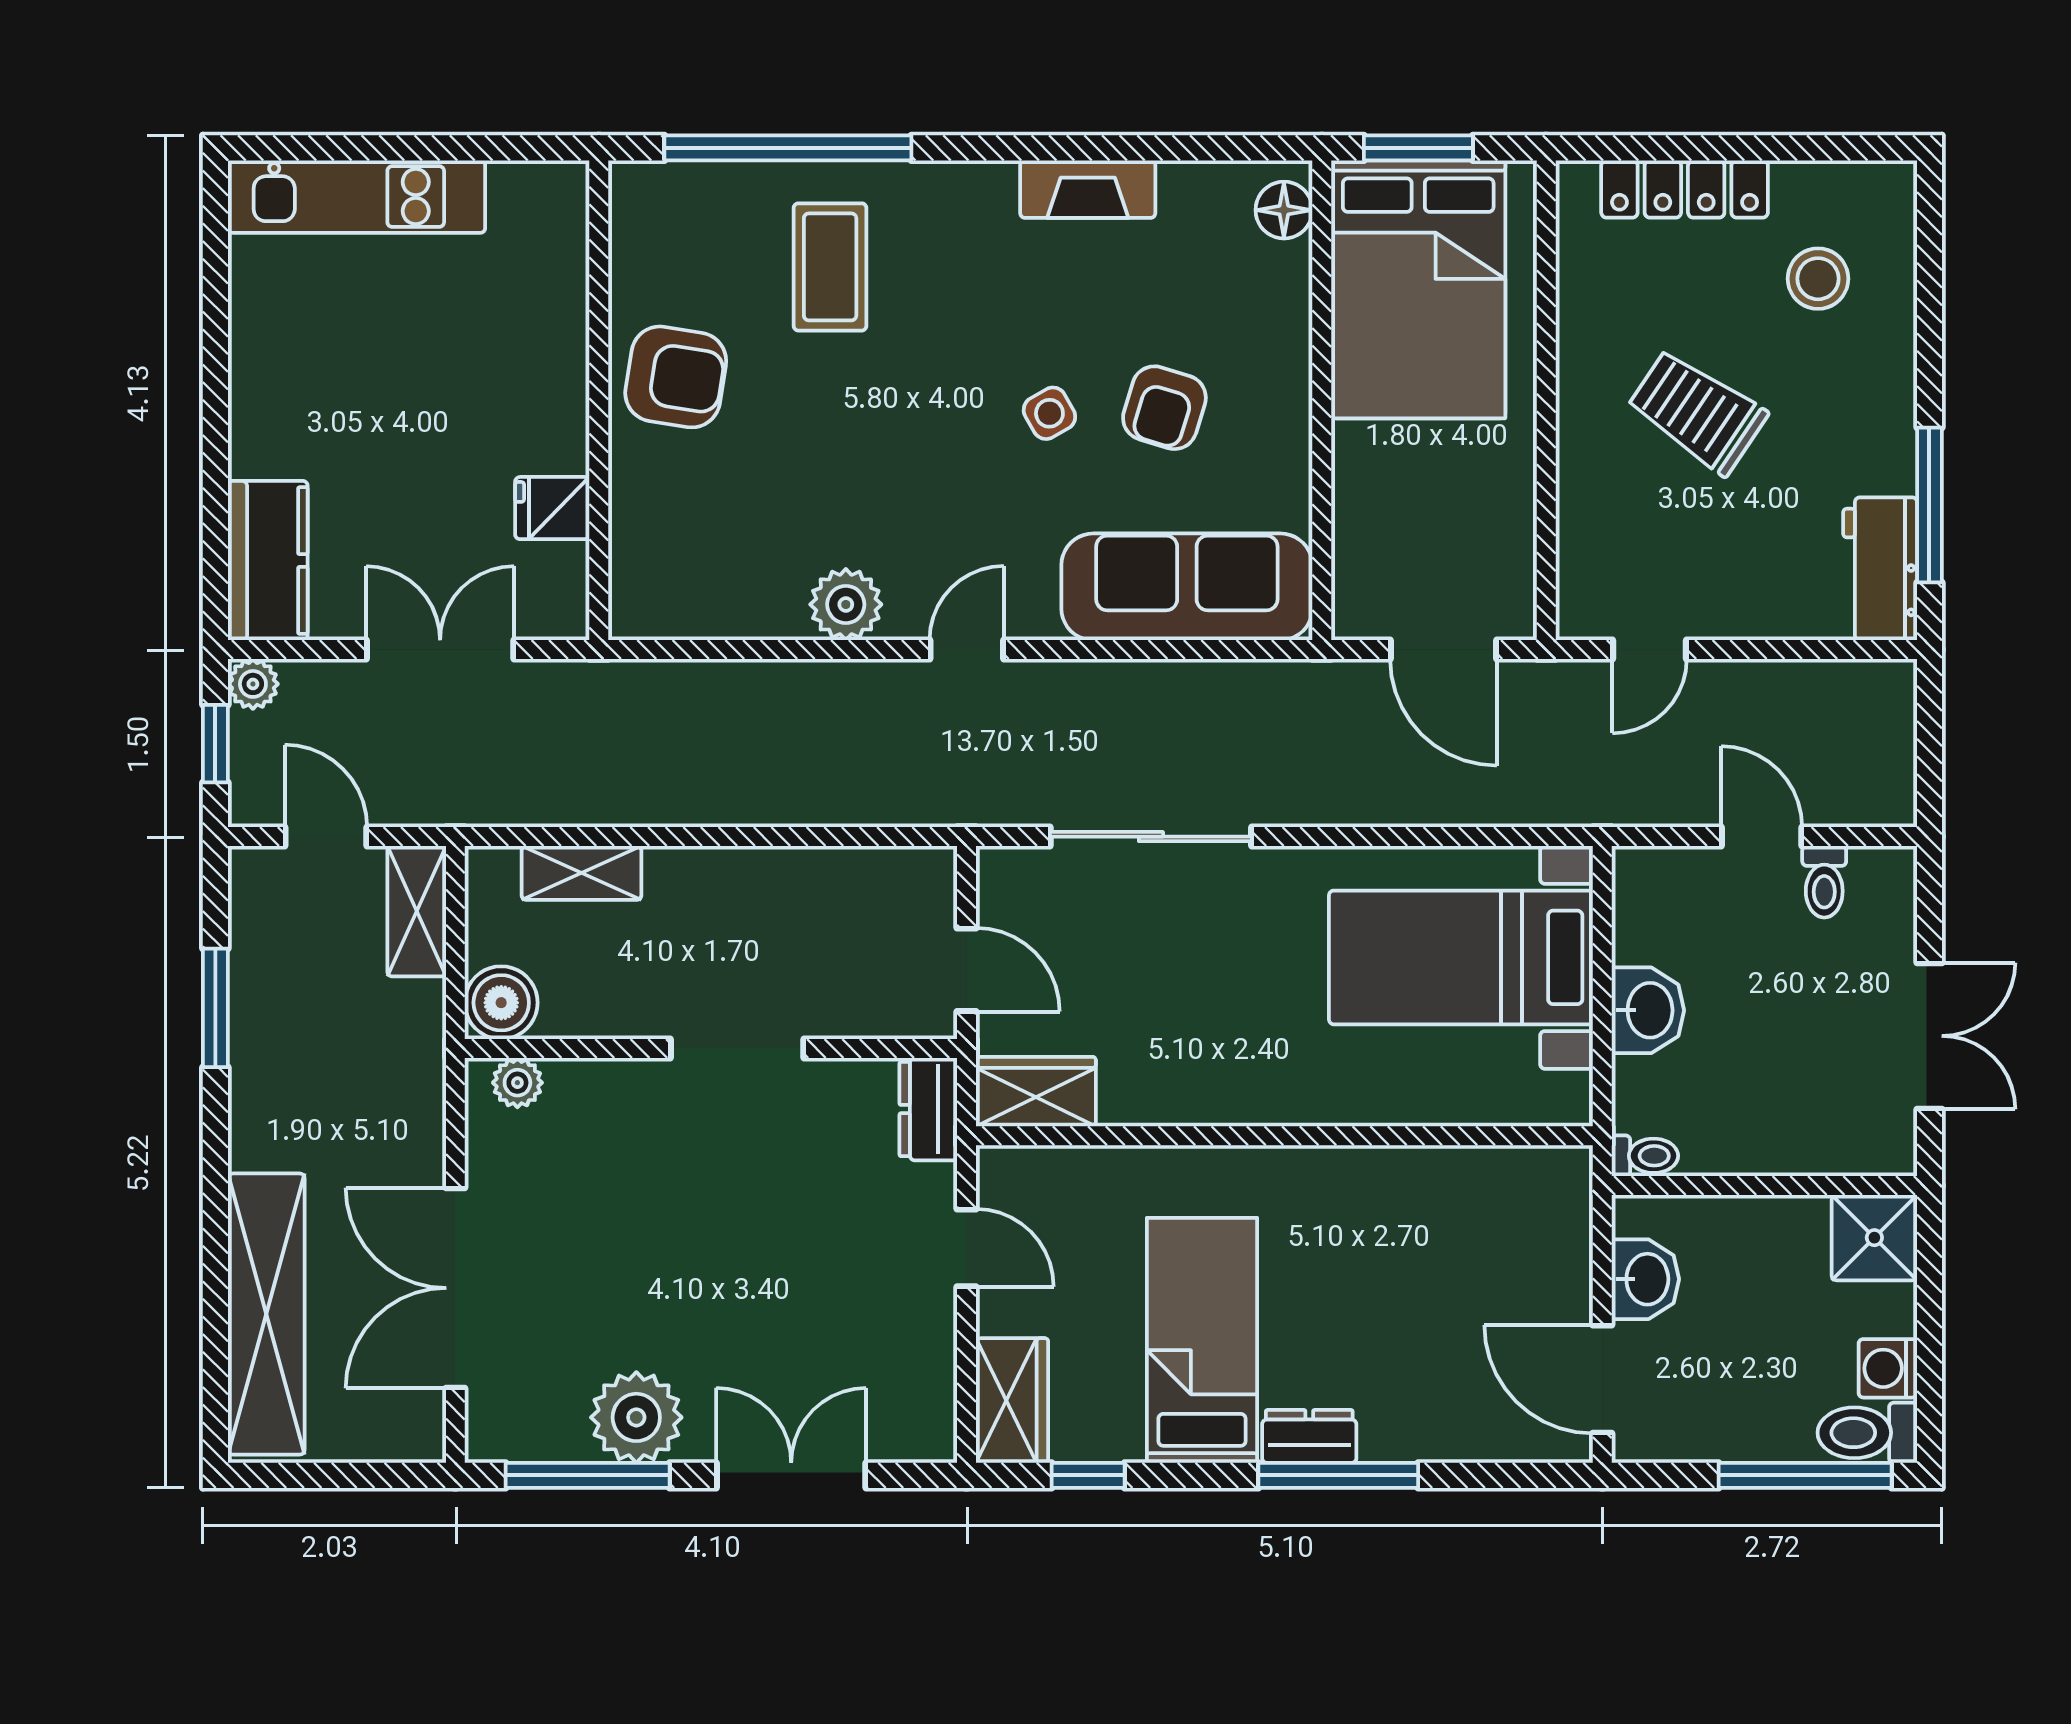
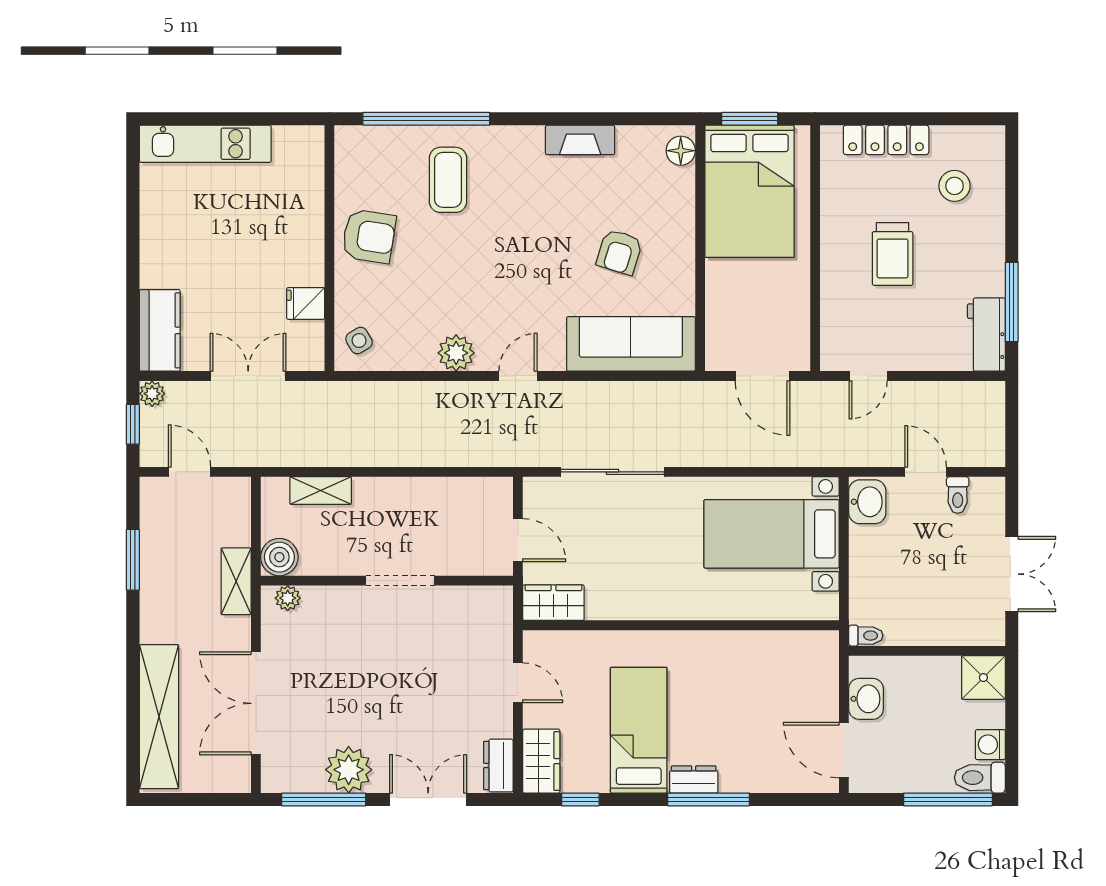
trolley: (1697, 412) -> (893, 254), turned -124
side table: (1049, 413) -> (359, 341), moved
shelving: (417, 911) -> (236, 581), moved
washbasin: (1648, 1010) -> (867, 502), moved
dresser: (928, 1109) -> (498, 766), moved

